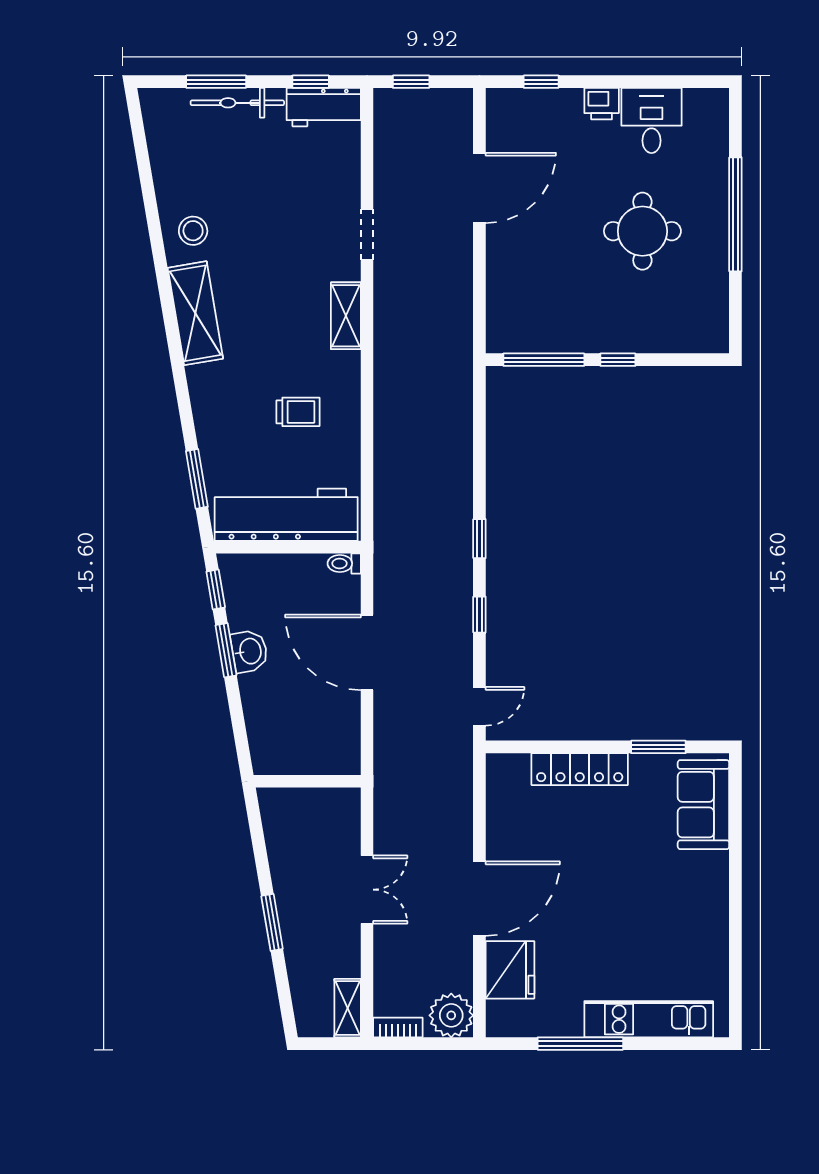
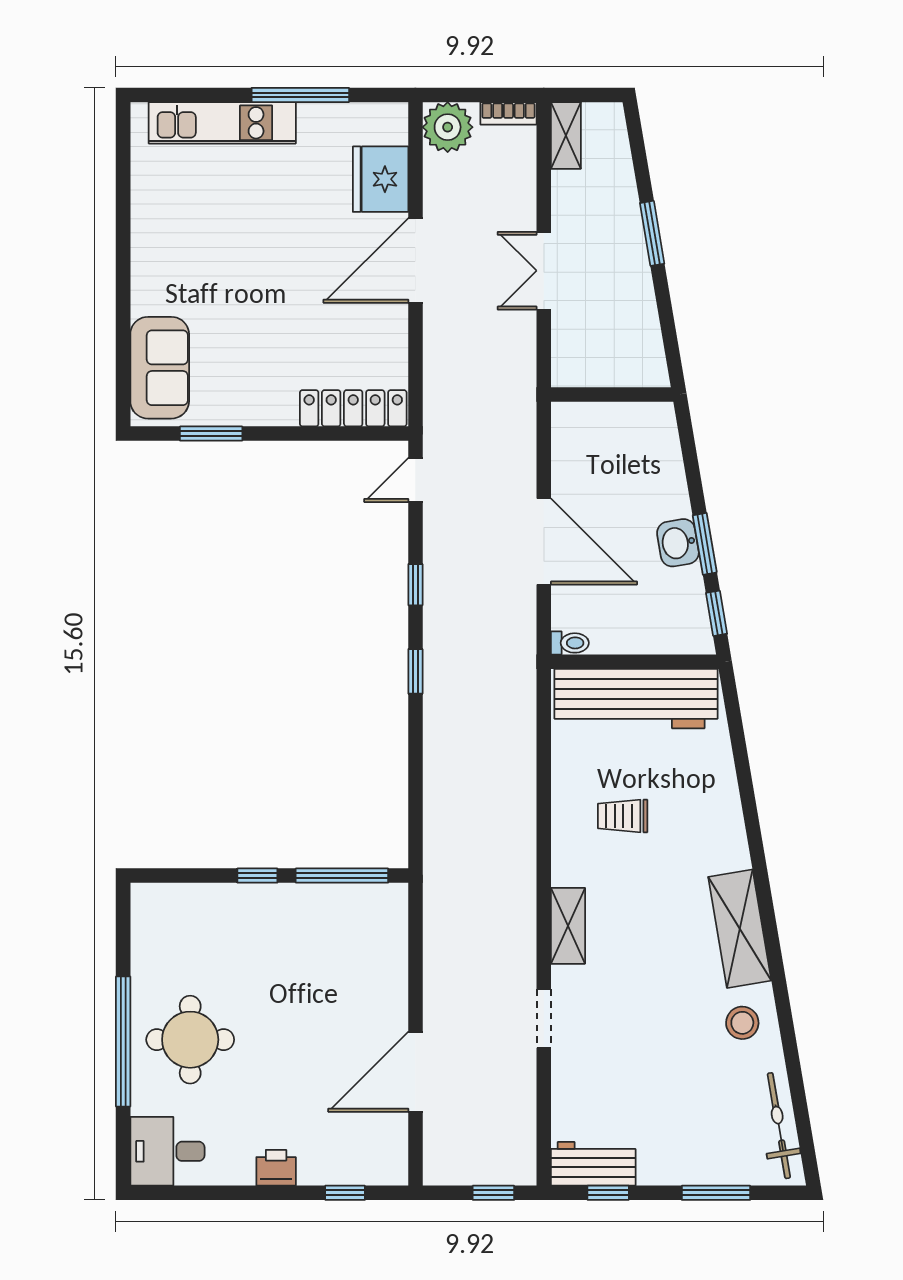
bicycle: (237, 103) -> (779, 1126), moved, turned -100
desk: (652, 121) -> (167, 1151), moved, turned 90
round table: (642, 231) -> (190, 1040), moved
window: (197, 479) -> (738, 740), removed
locker: (580, 769) -> (353, 408), moved

